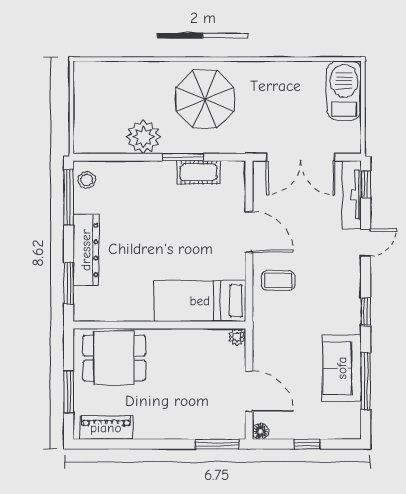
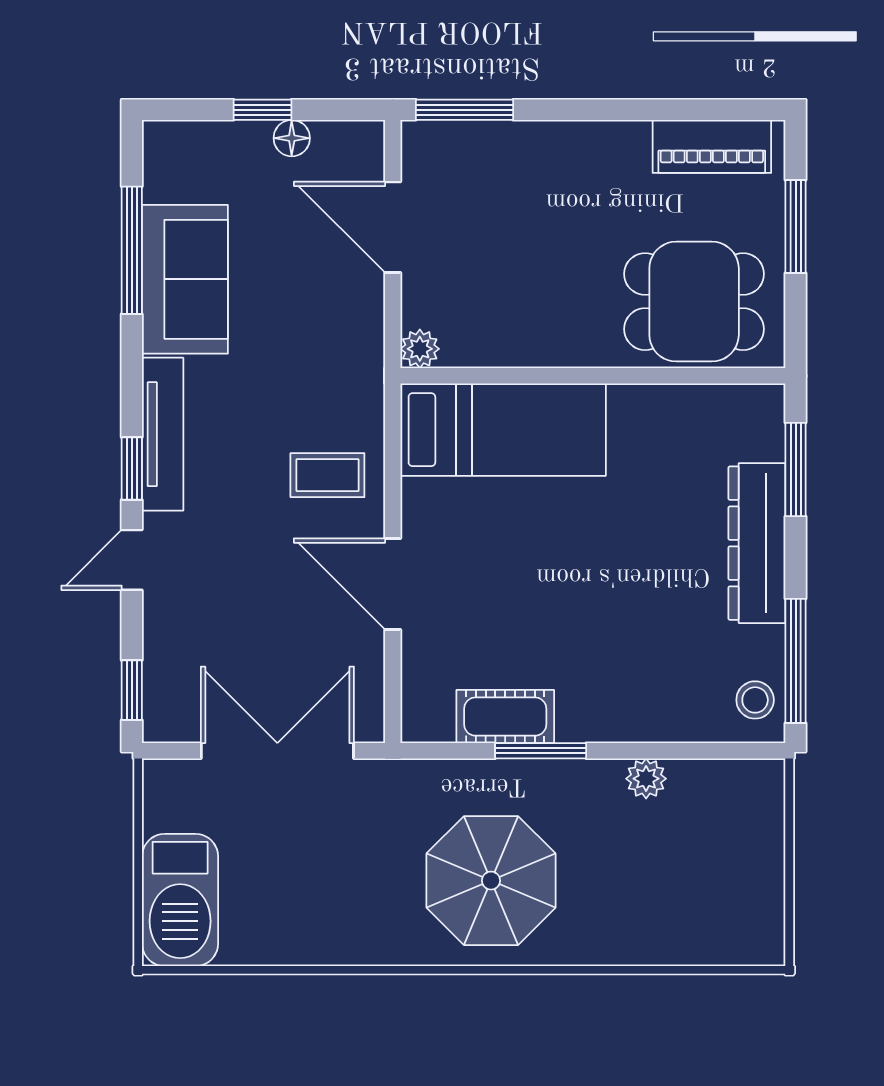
plant: (143, 137) -> (646, 779), width x0.53, depth x0.53
tv unit: (352, 195) -> (163, 434), moved
window: (366, 312) -> (132, 468), moved
floor lamp: (260, 431) -> (292, 138), moved

